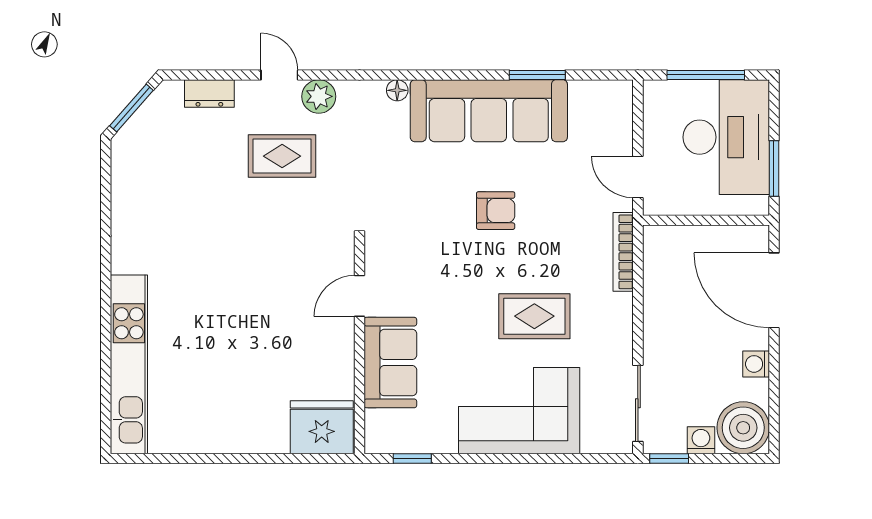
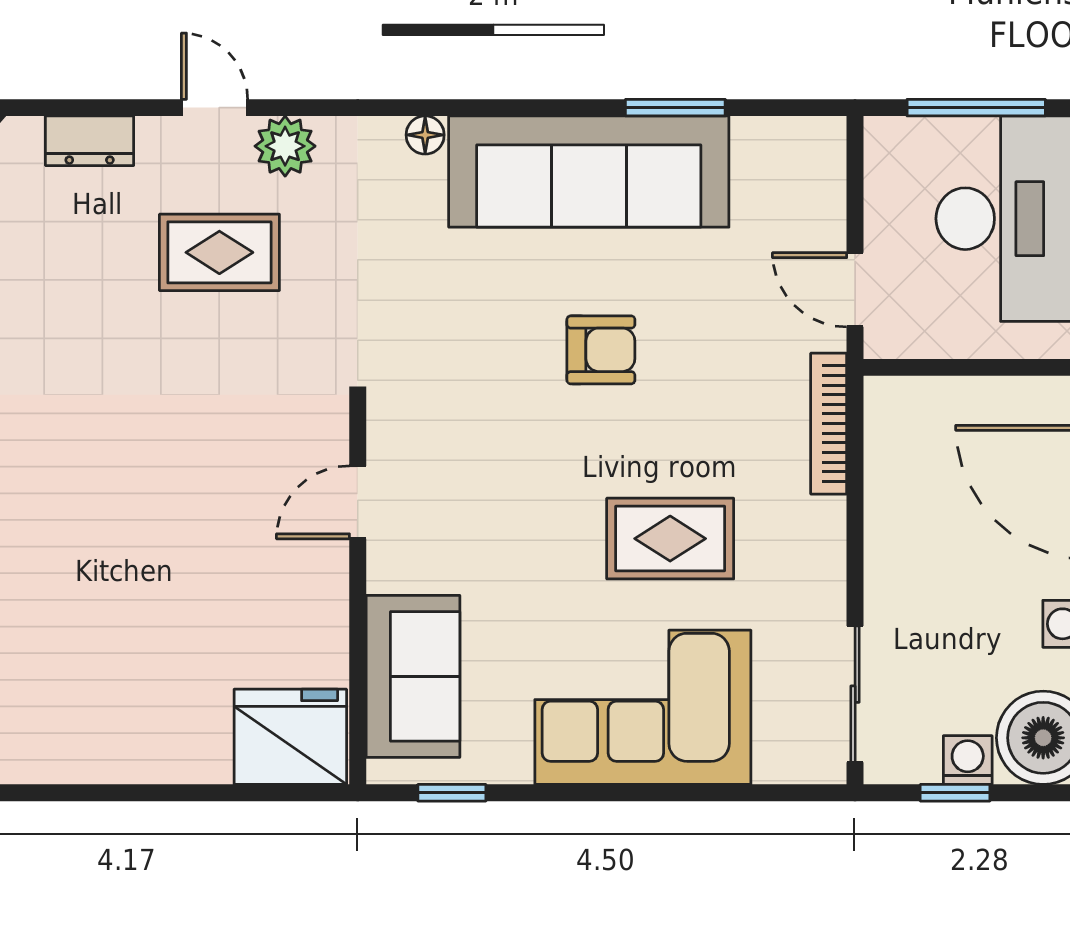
sofa: (390, 363) -> (413, 676), moved
window: (669, 459) -> (955, 793), moved

